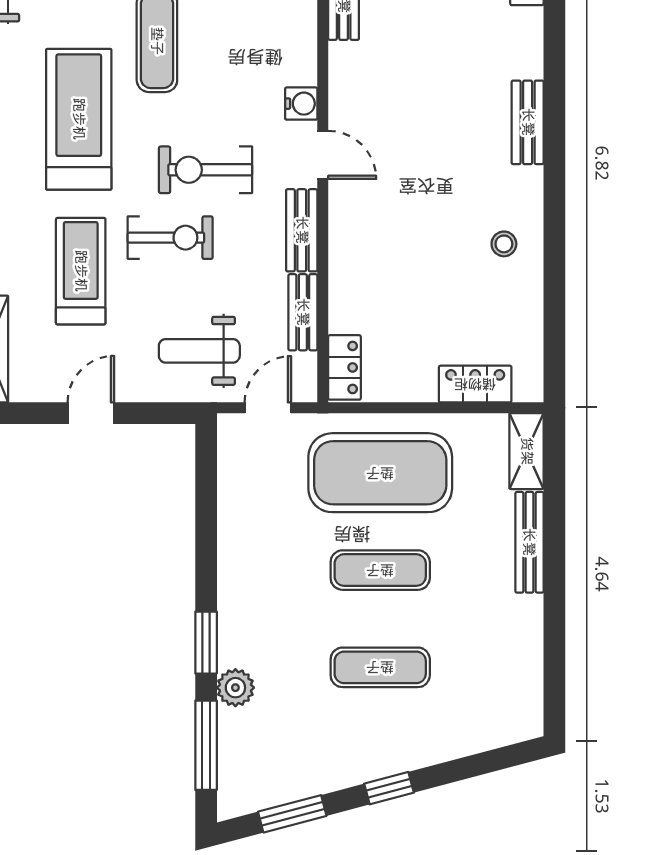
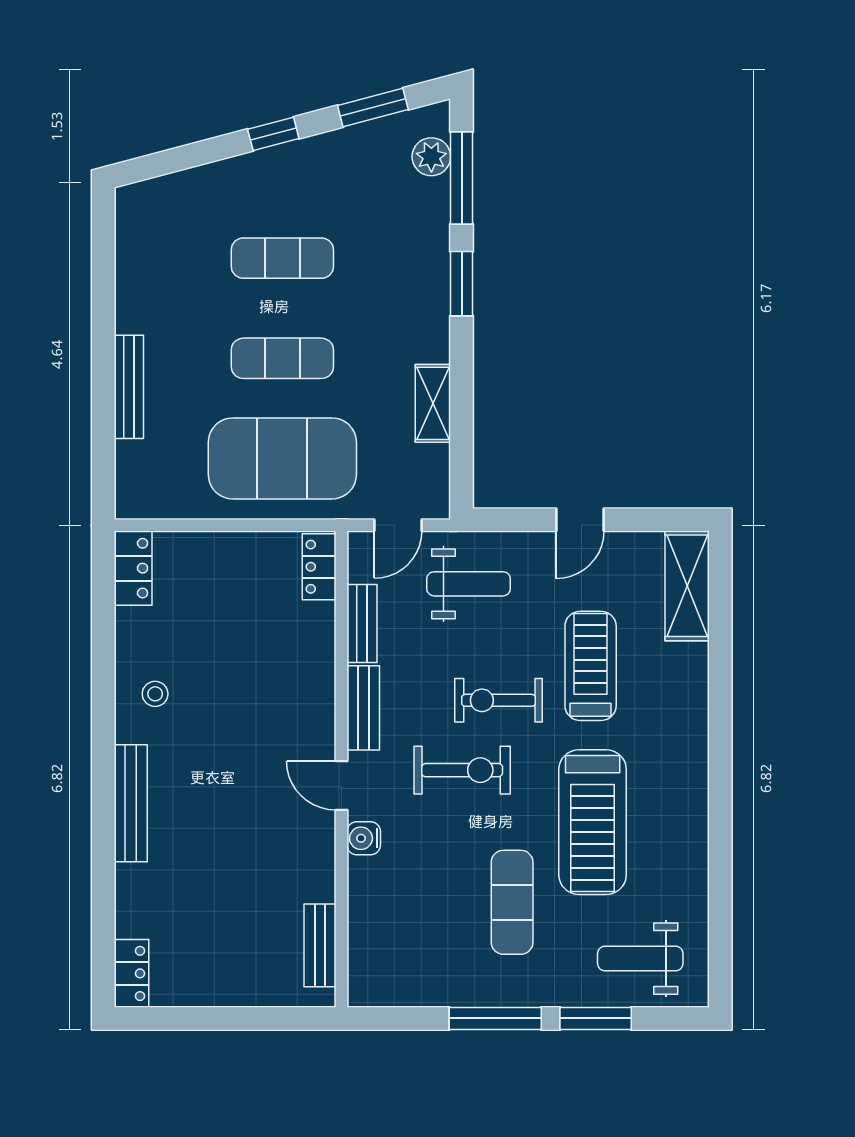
bench: (528, 122) -> (131, 803), width x1.36
treadmill: (81, 271) -> (591, 666), turned 180
locker: (475, 384) -> (133, 568), moved, turned -90
shelving: (527, 451) -> (433, 403), moved
plant: (235, 688) -> (431, 157), moved

